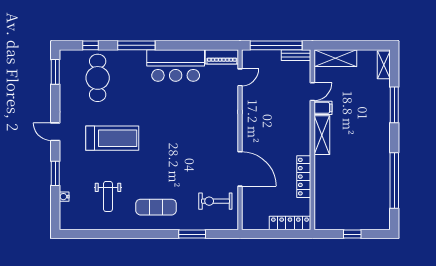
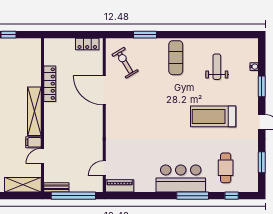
bar counter: (176, 65) -> (181, 178), moved
window: (55, 72) -> (262, 162), moved
cafe table: (98, 78) -> (226, 168), width x0.73, depth x0.74
shelving: (322, 135) -> (34, 111), width x1.47
exercise bike: (215, 201) -> (125, 63), turned -121
exercise mat: (156, 207) -> (176, 58), turned 90
locker: (290, 223) -> (87, 44), moved, width x0.66

